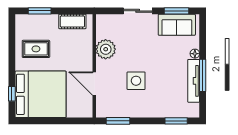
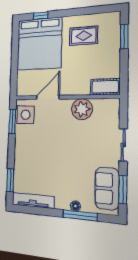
cot: (72, 21) -> (105, 87), moved, turned 90
rug: (36, 49) -> (84, 36), turned 90
window: (203, 75) -> (80, 215), moved
side table: (136, 81) -> (26, 115), moved
tv unit: (194, 81) -> (33, 200), moved

